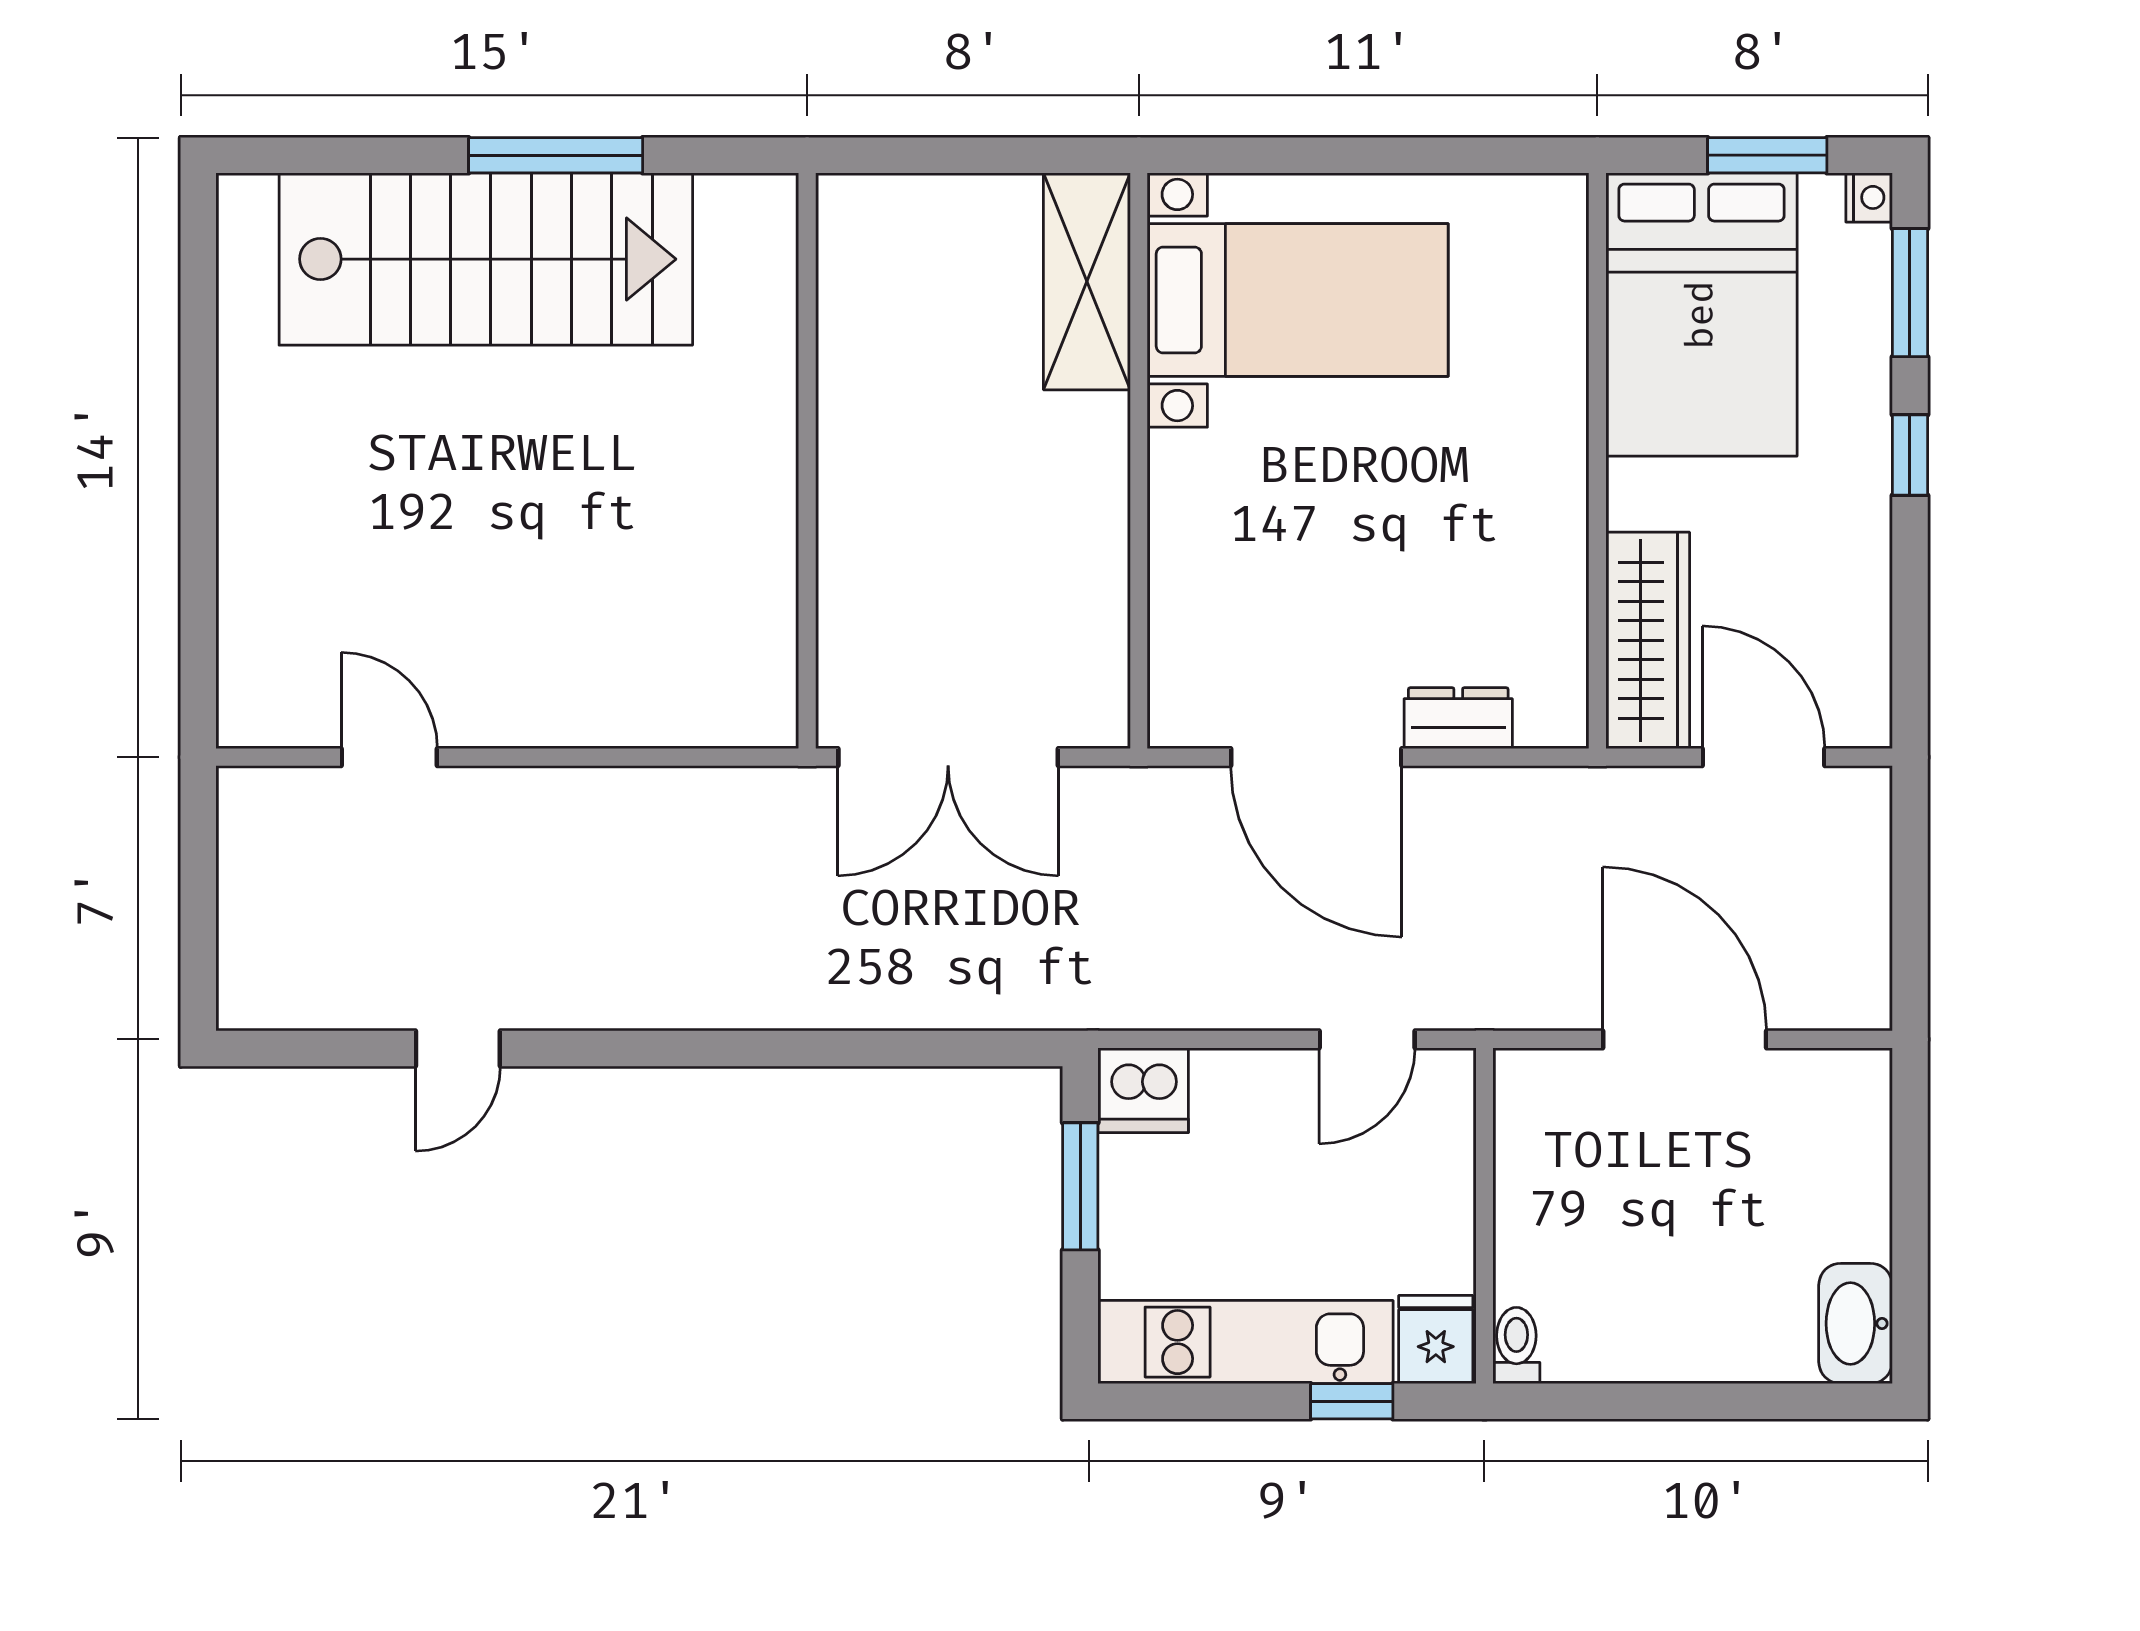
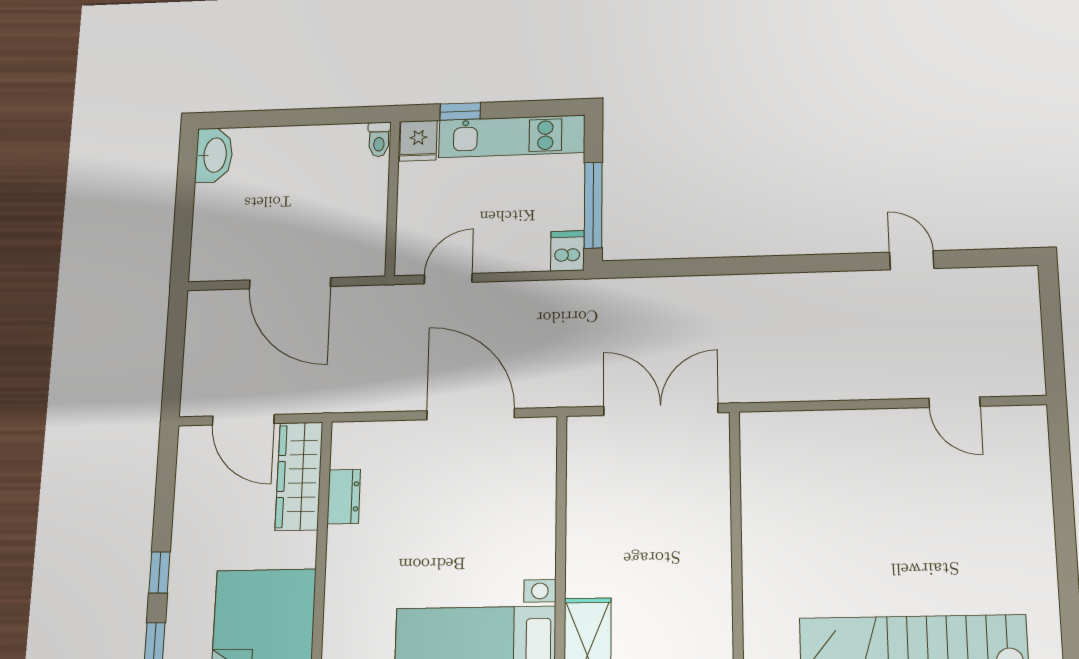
dresser: (1458, 718) -> (344, 497), moved, turned -90
door: (458, 1049) -> (912, 260), hinge flipped
dishwasher: (1143, 1090) -> (567, 251), width x0.73
window: (1080, 1186) -> (593, 205), width x1.44

